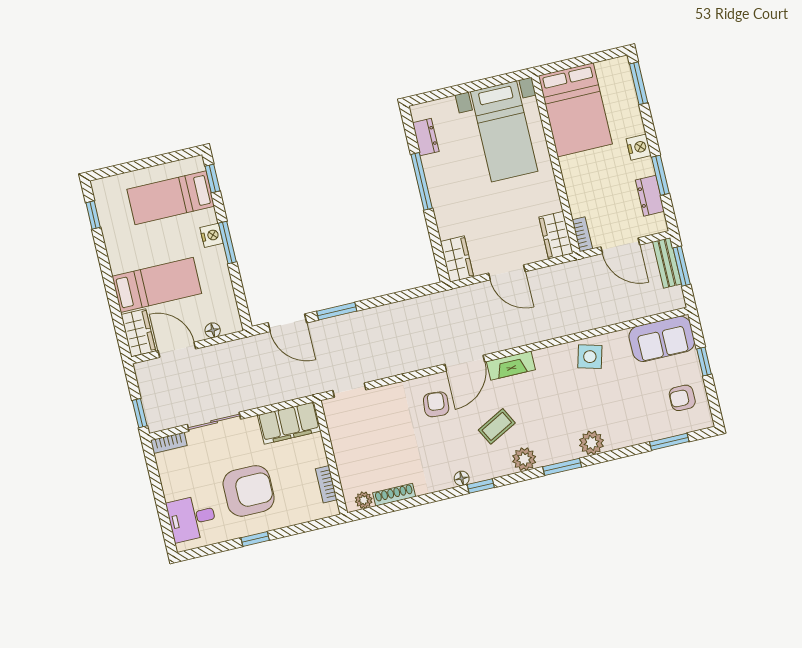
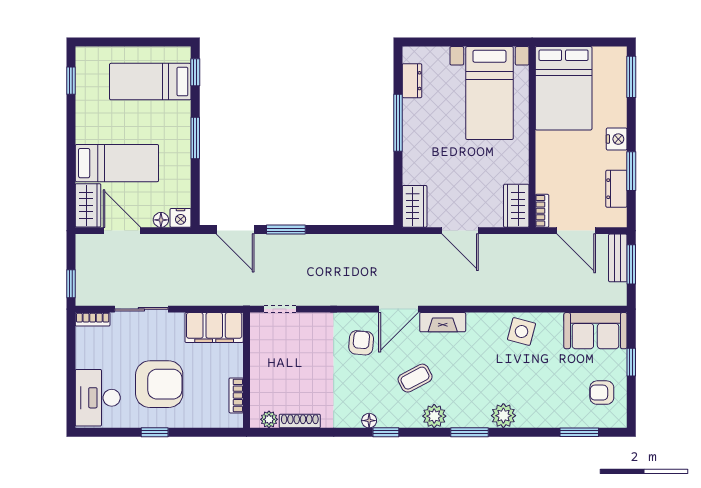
nightstand: (211, 235) -> (181, 218), moved, turned 90
desk: (192, 518) -> (98, 398), width x1.37

